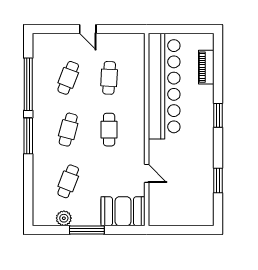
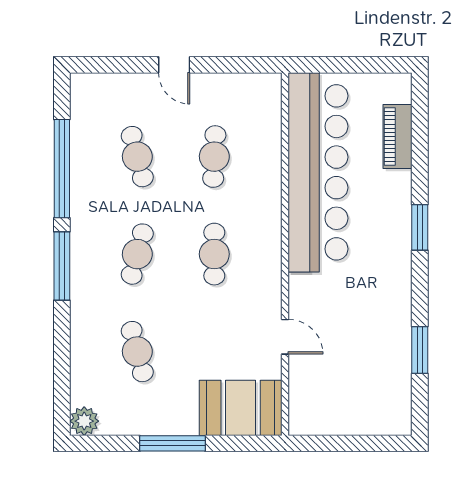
cafe table: (68, 78) -> (137, 157), turned -36
cafe table: (68, 181) -> (137, 352), turned -36
plant: (64, 218) -> (84, 421), moved

